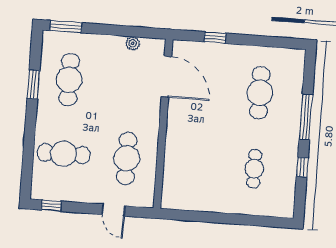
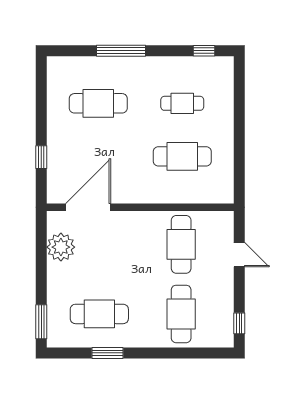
plant: (133, 43) -> (61, 247), width x1.88, depth x1.88
cafe table: (127, 158) -> (181, 244), turned 90
cafe table: (206, 165) -> (182, 156), added
window: (302, 167) -> (204, 51), moved
door: (114, 210) -> (239, 255), hinge flipped

